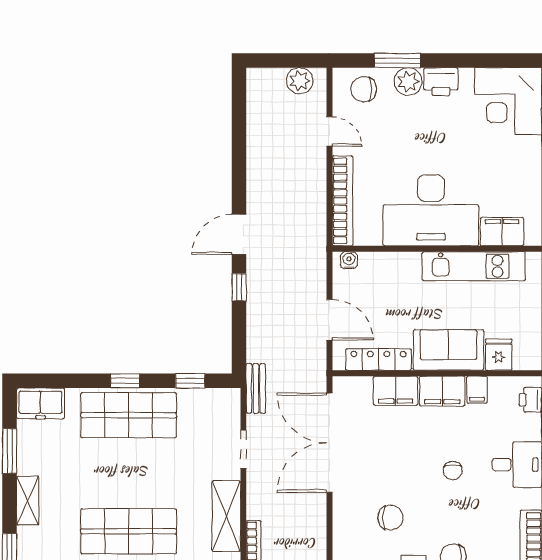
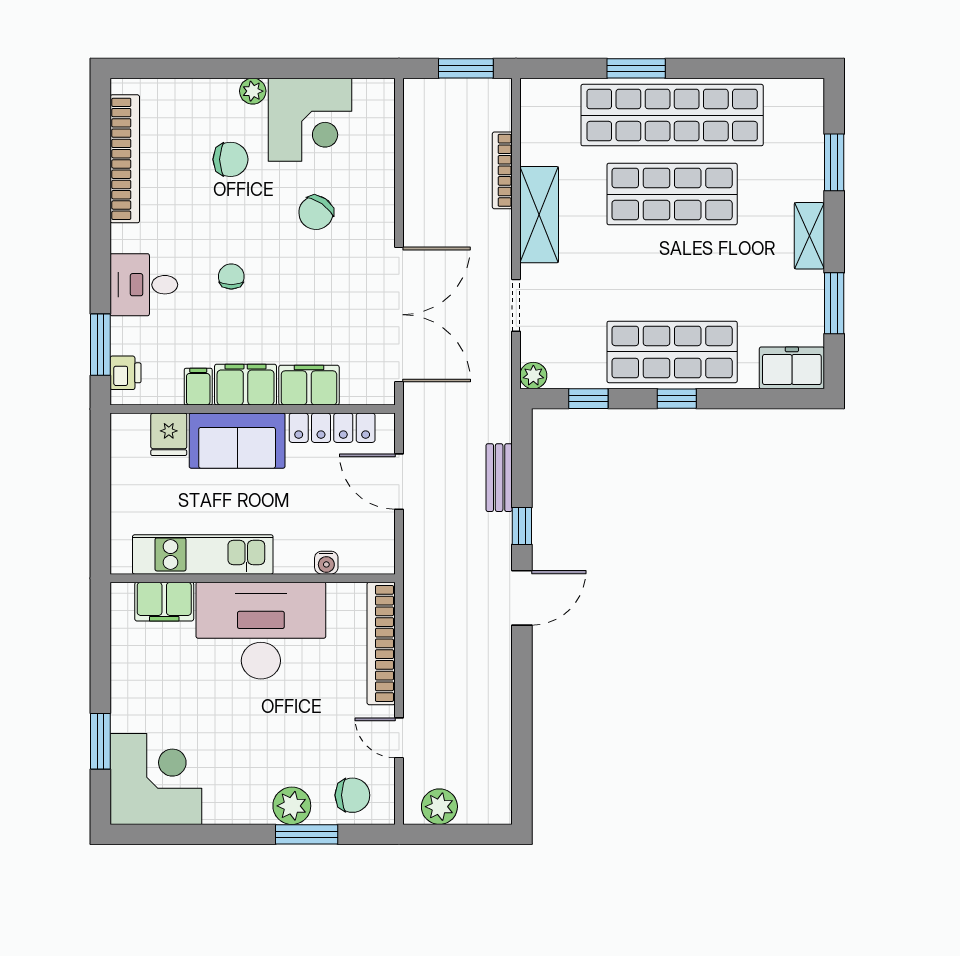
printer: (441, 82) -> (247, 806), removed
water cooler: (349, 260) -> (326, 563), moved
bench: (256, 388) -> (499, 478), moved
plant: (231, 398) -> (533, 376), added
chair: (390, 518) -> (316, 213), turned -55

